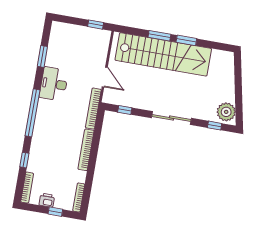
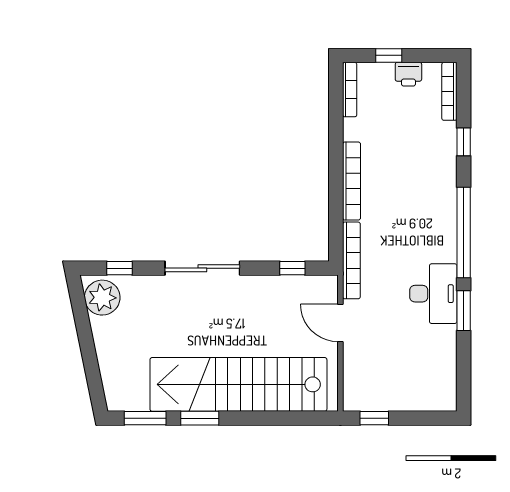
window: (159, 36) -> (145, 418), moved
window: (42, 56) -> (464, 311), moved

